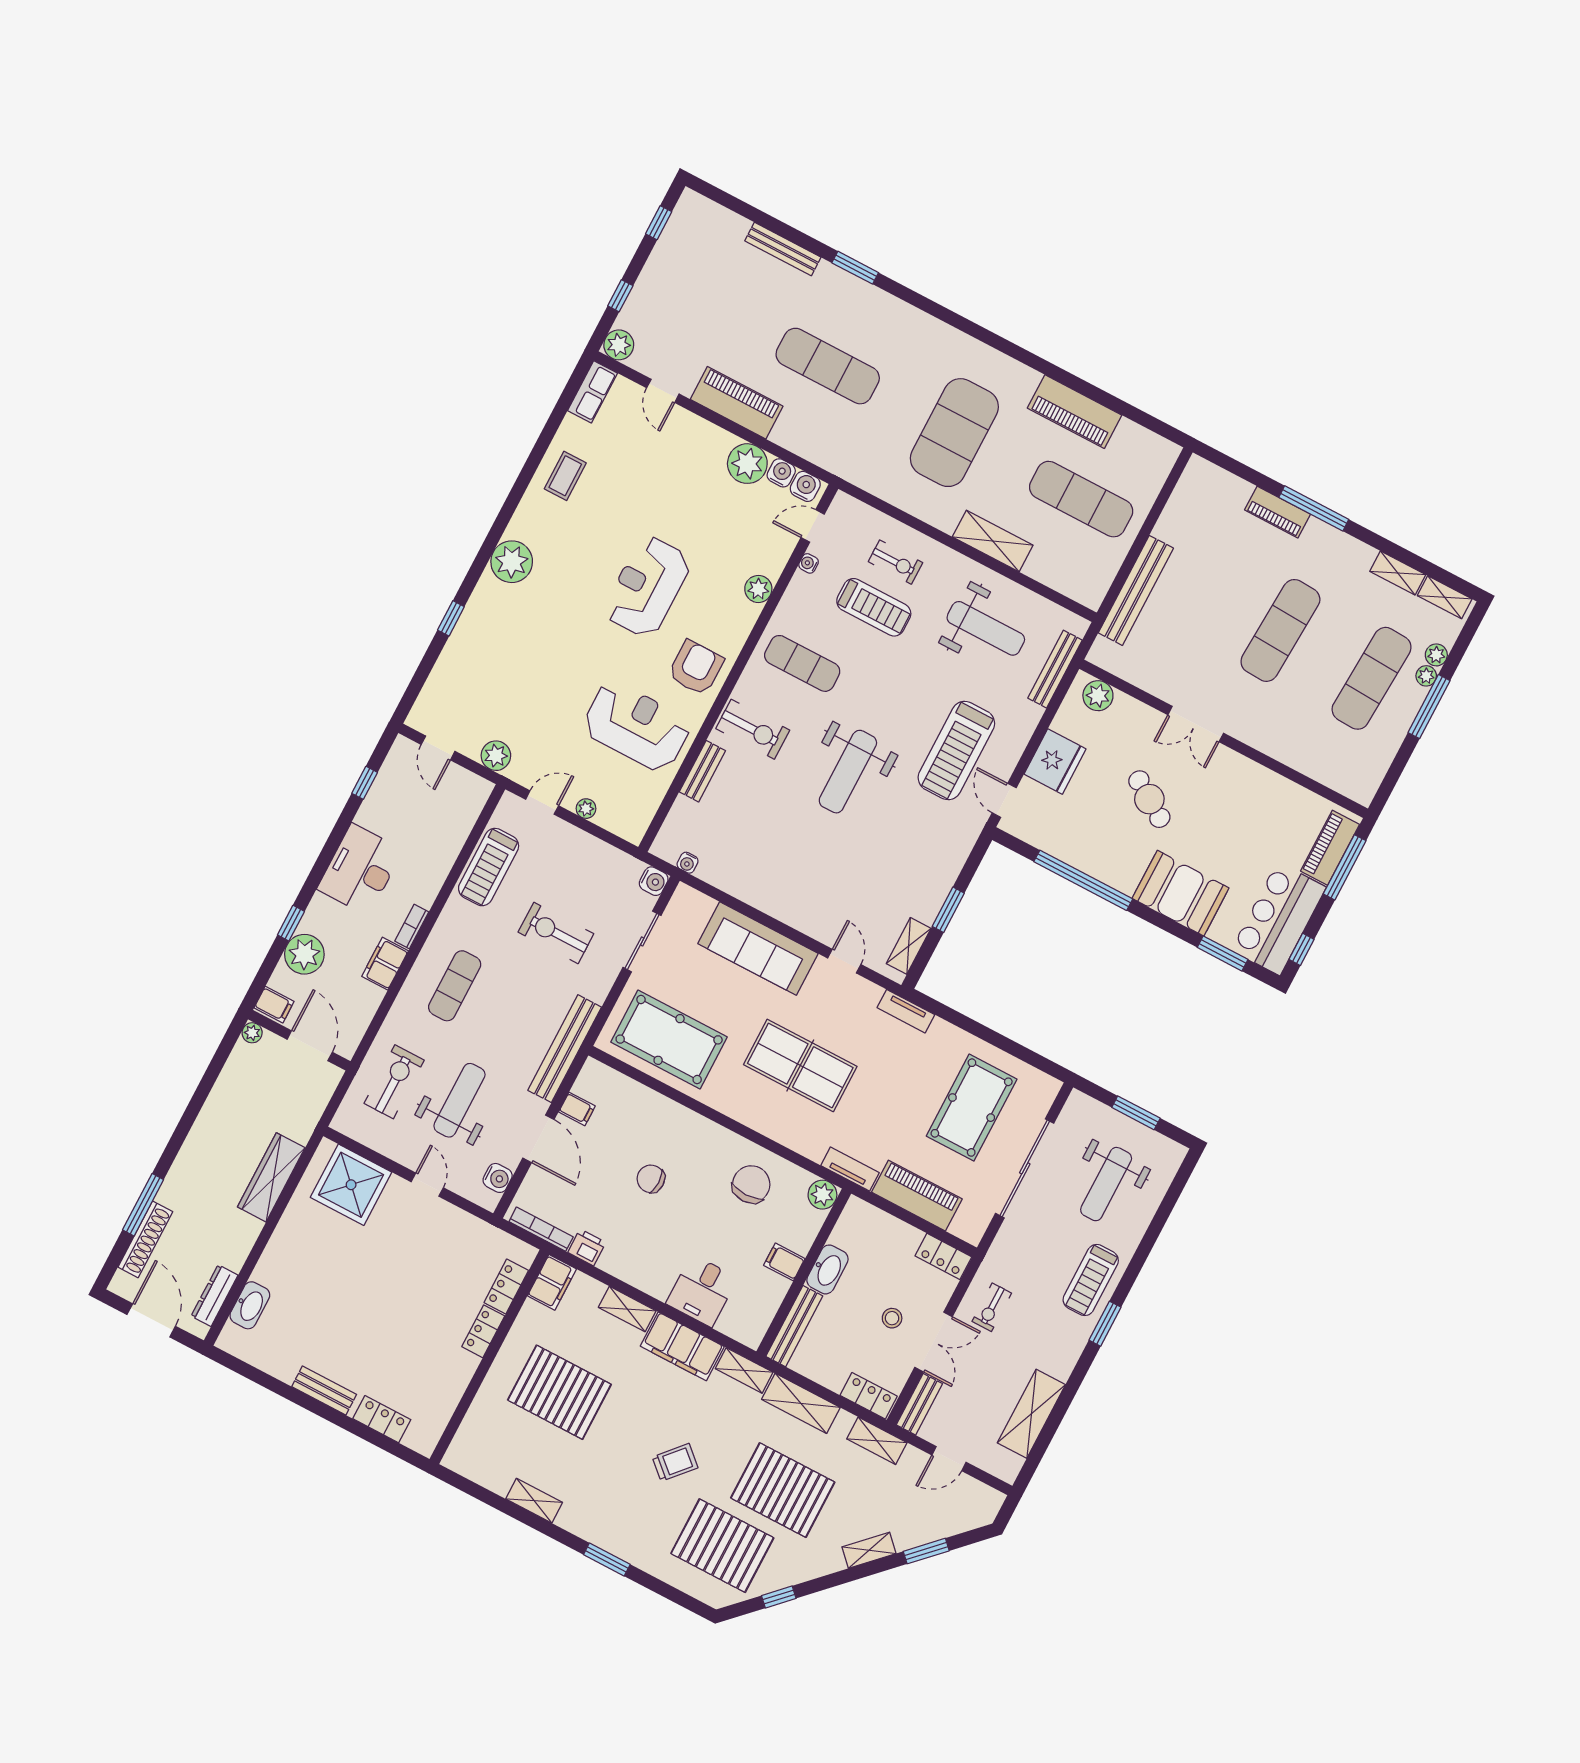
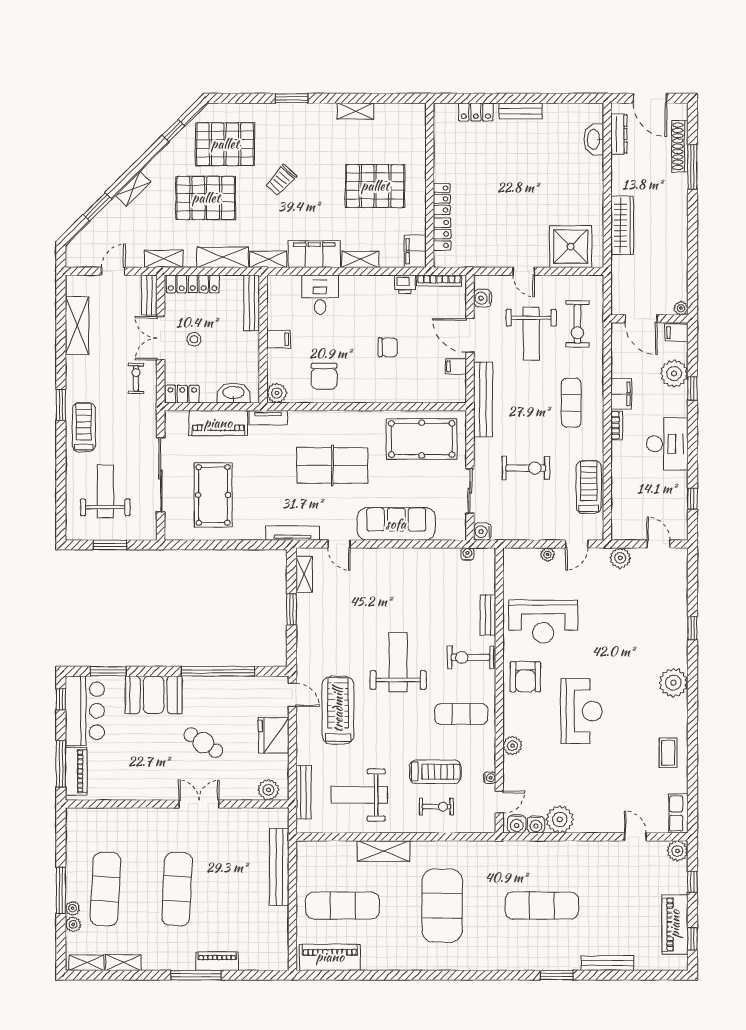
piano: (737, 403) -> (675, 924), moved, turned 90
piano: (1075, 412) -> (330, 957), moved
exercise bike: (895, 562) -> (437, 807), turned 180
treadmill: (874, 607) -> (435, 772), turned 180
tv unit: (906, 1011) -> (293, 533), width x1.41
washbasin: (827, 1269) -> (233, 393), moved, turned 90
locker: (869, 1396) -> (193, 284), width x1.53

